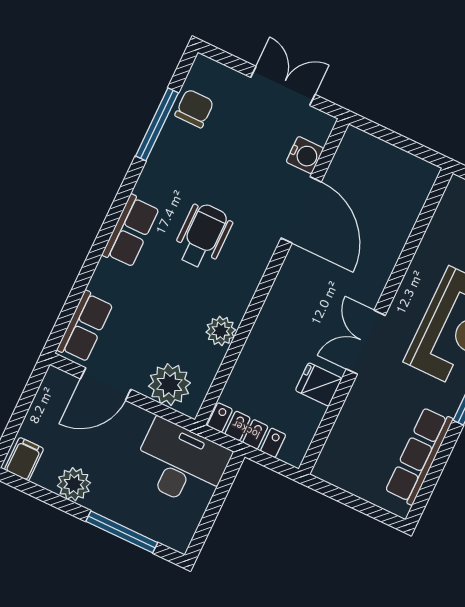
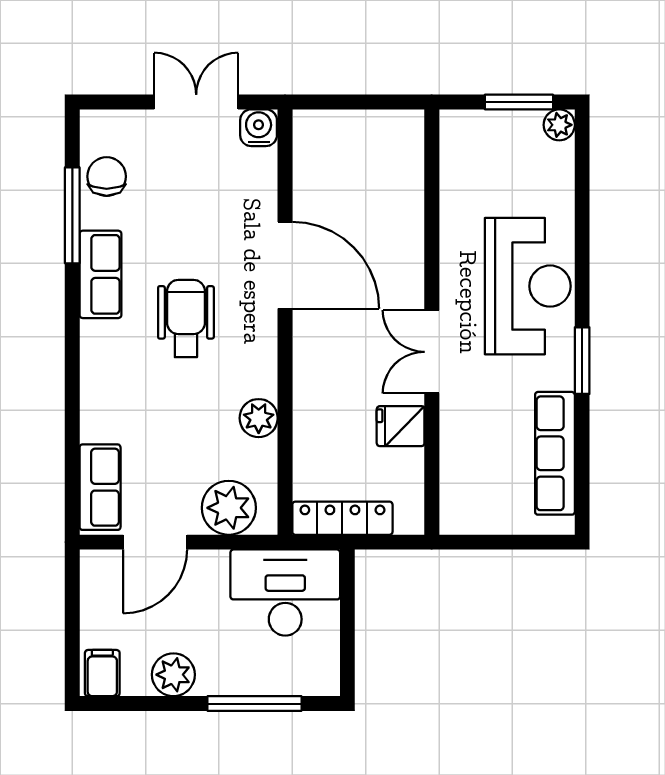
water cooler: (305, 155) -> (259, 128), moved, turned -90
door: (301, 210) -> (285, 265), moved
row of seats: (131, 231) -> (100, 274), moved

